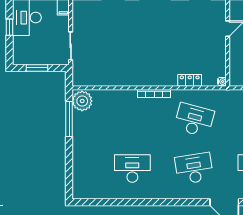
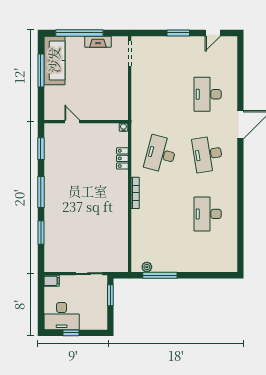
window: (37, 68) -> (110, 295), moved
plant: (82, 101) -> (147, 267), width x0.53, depth x0.53

